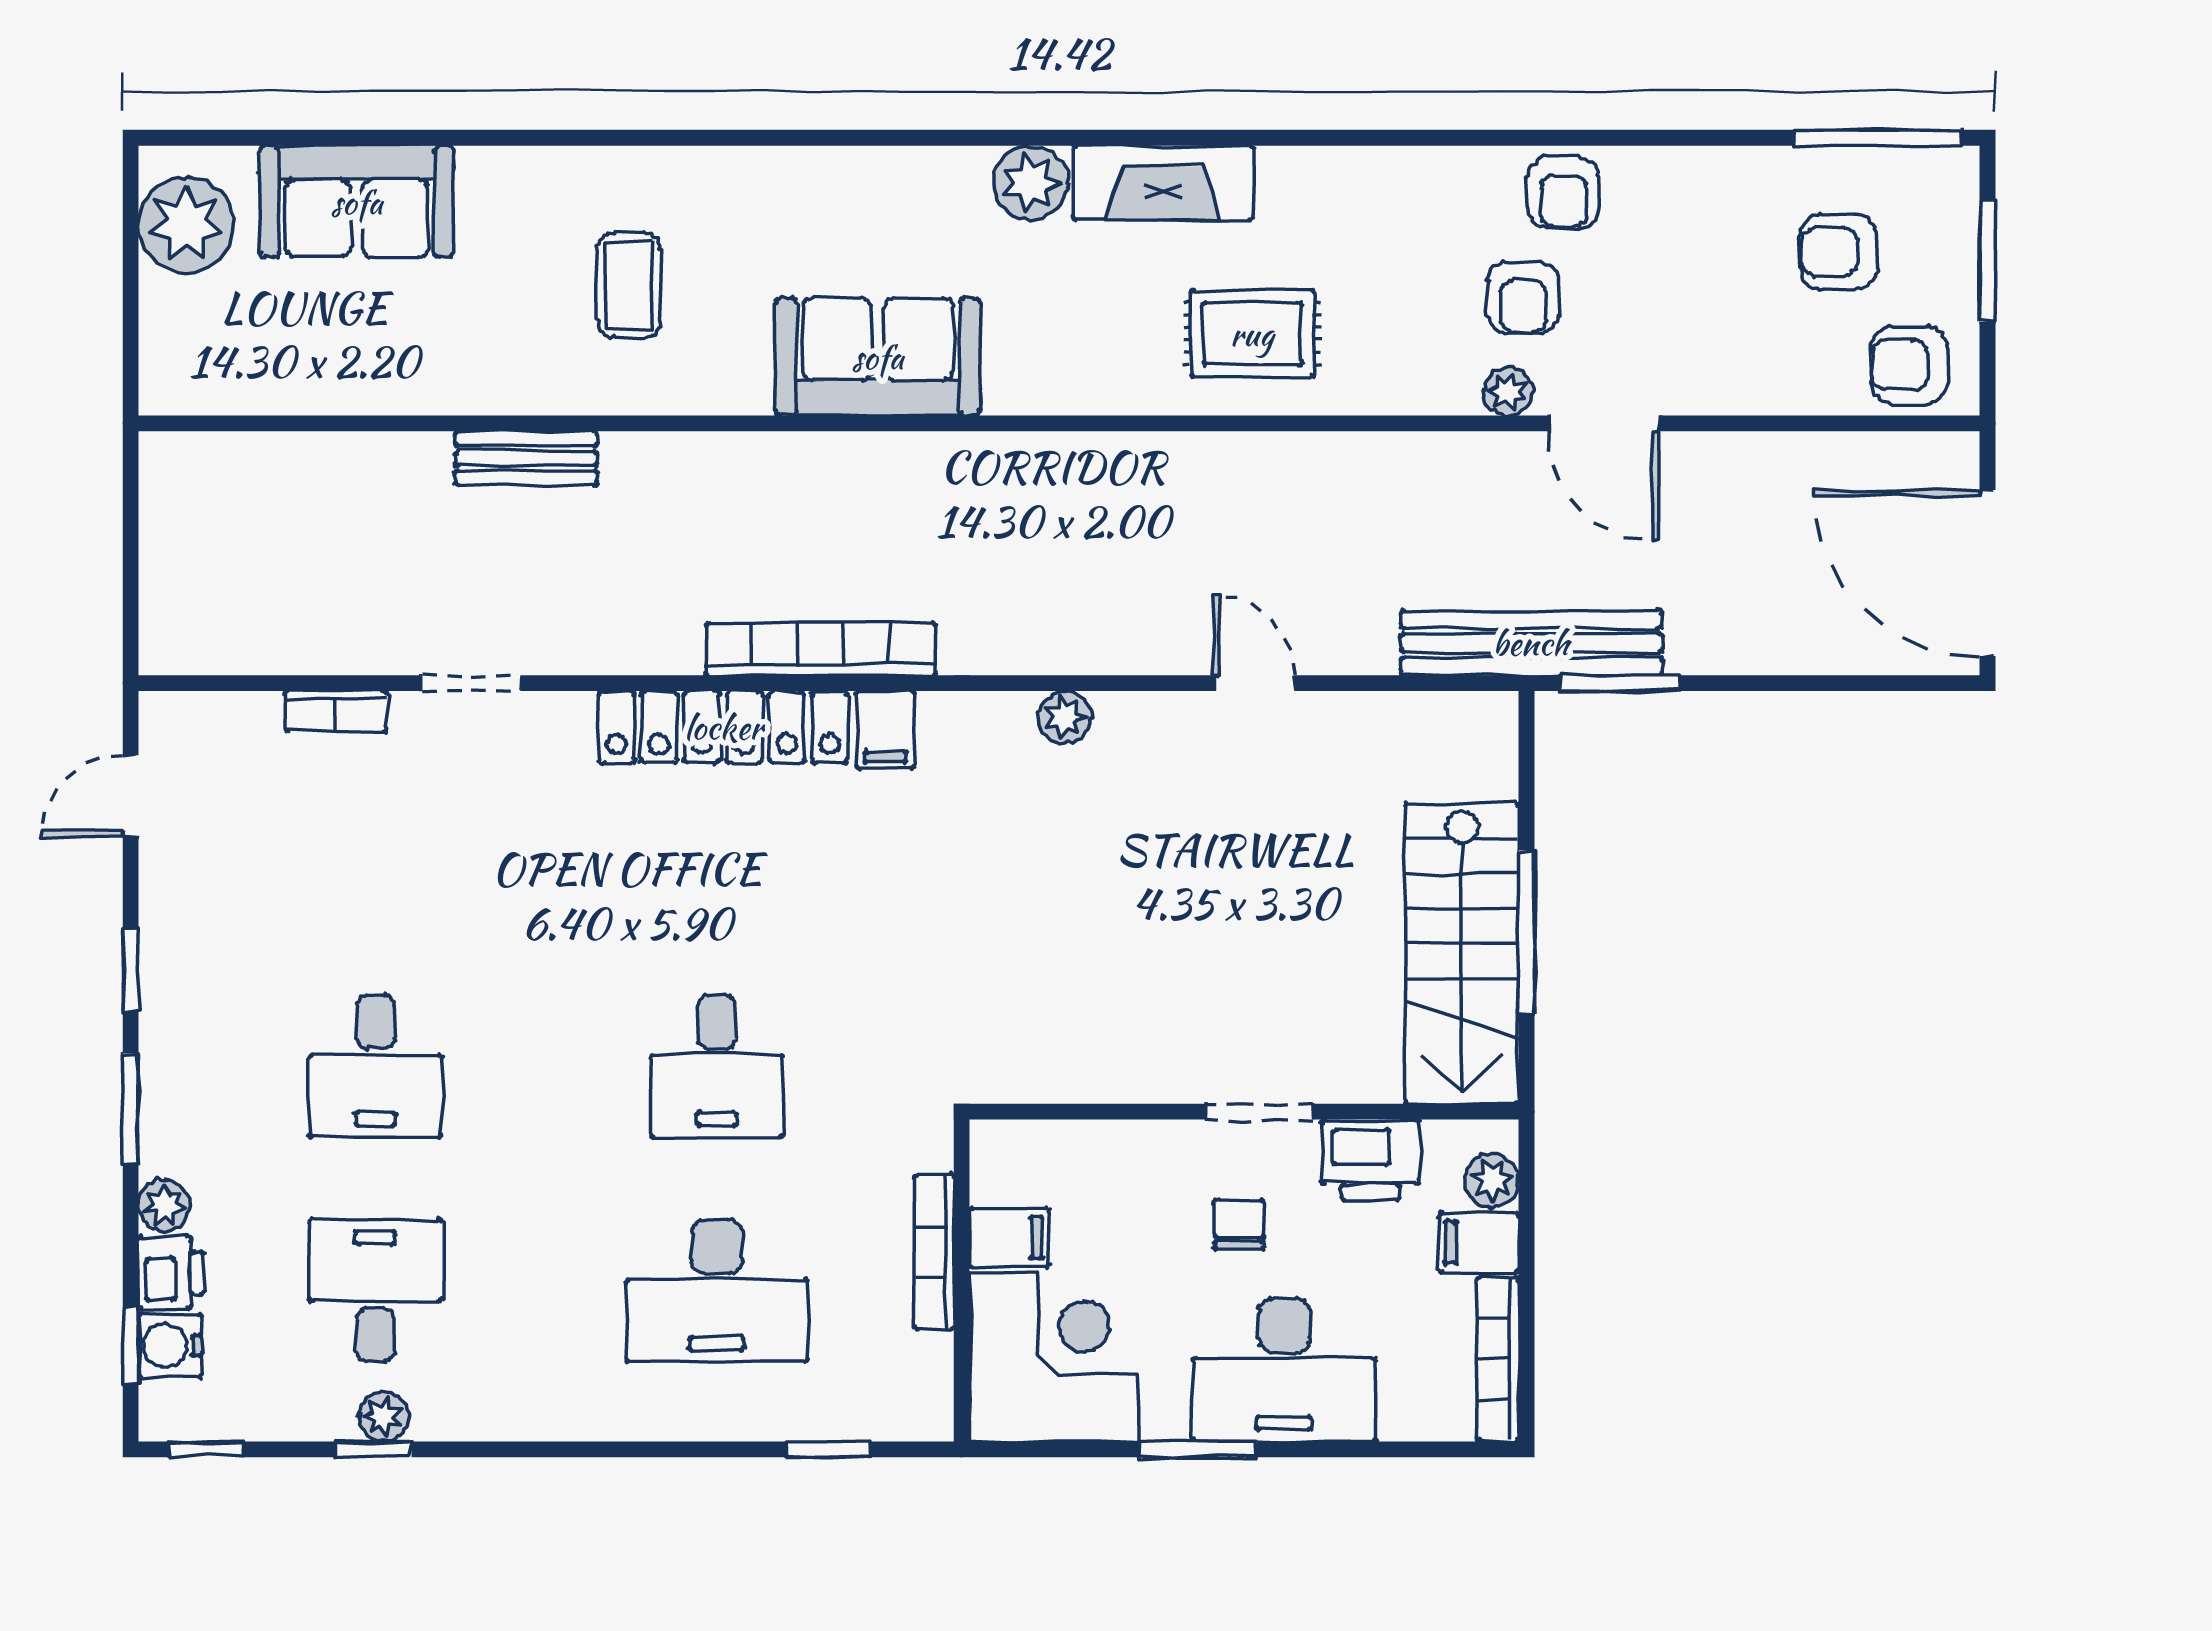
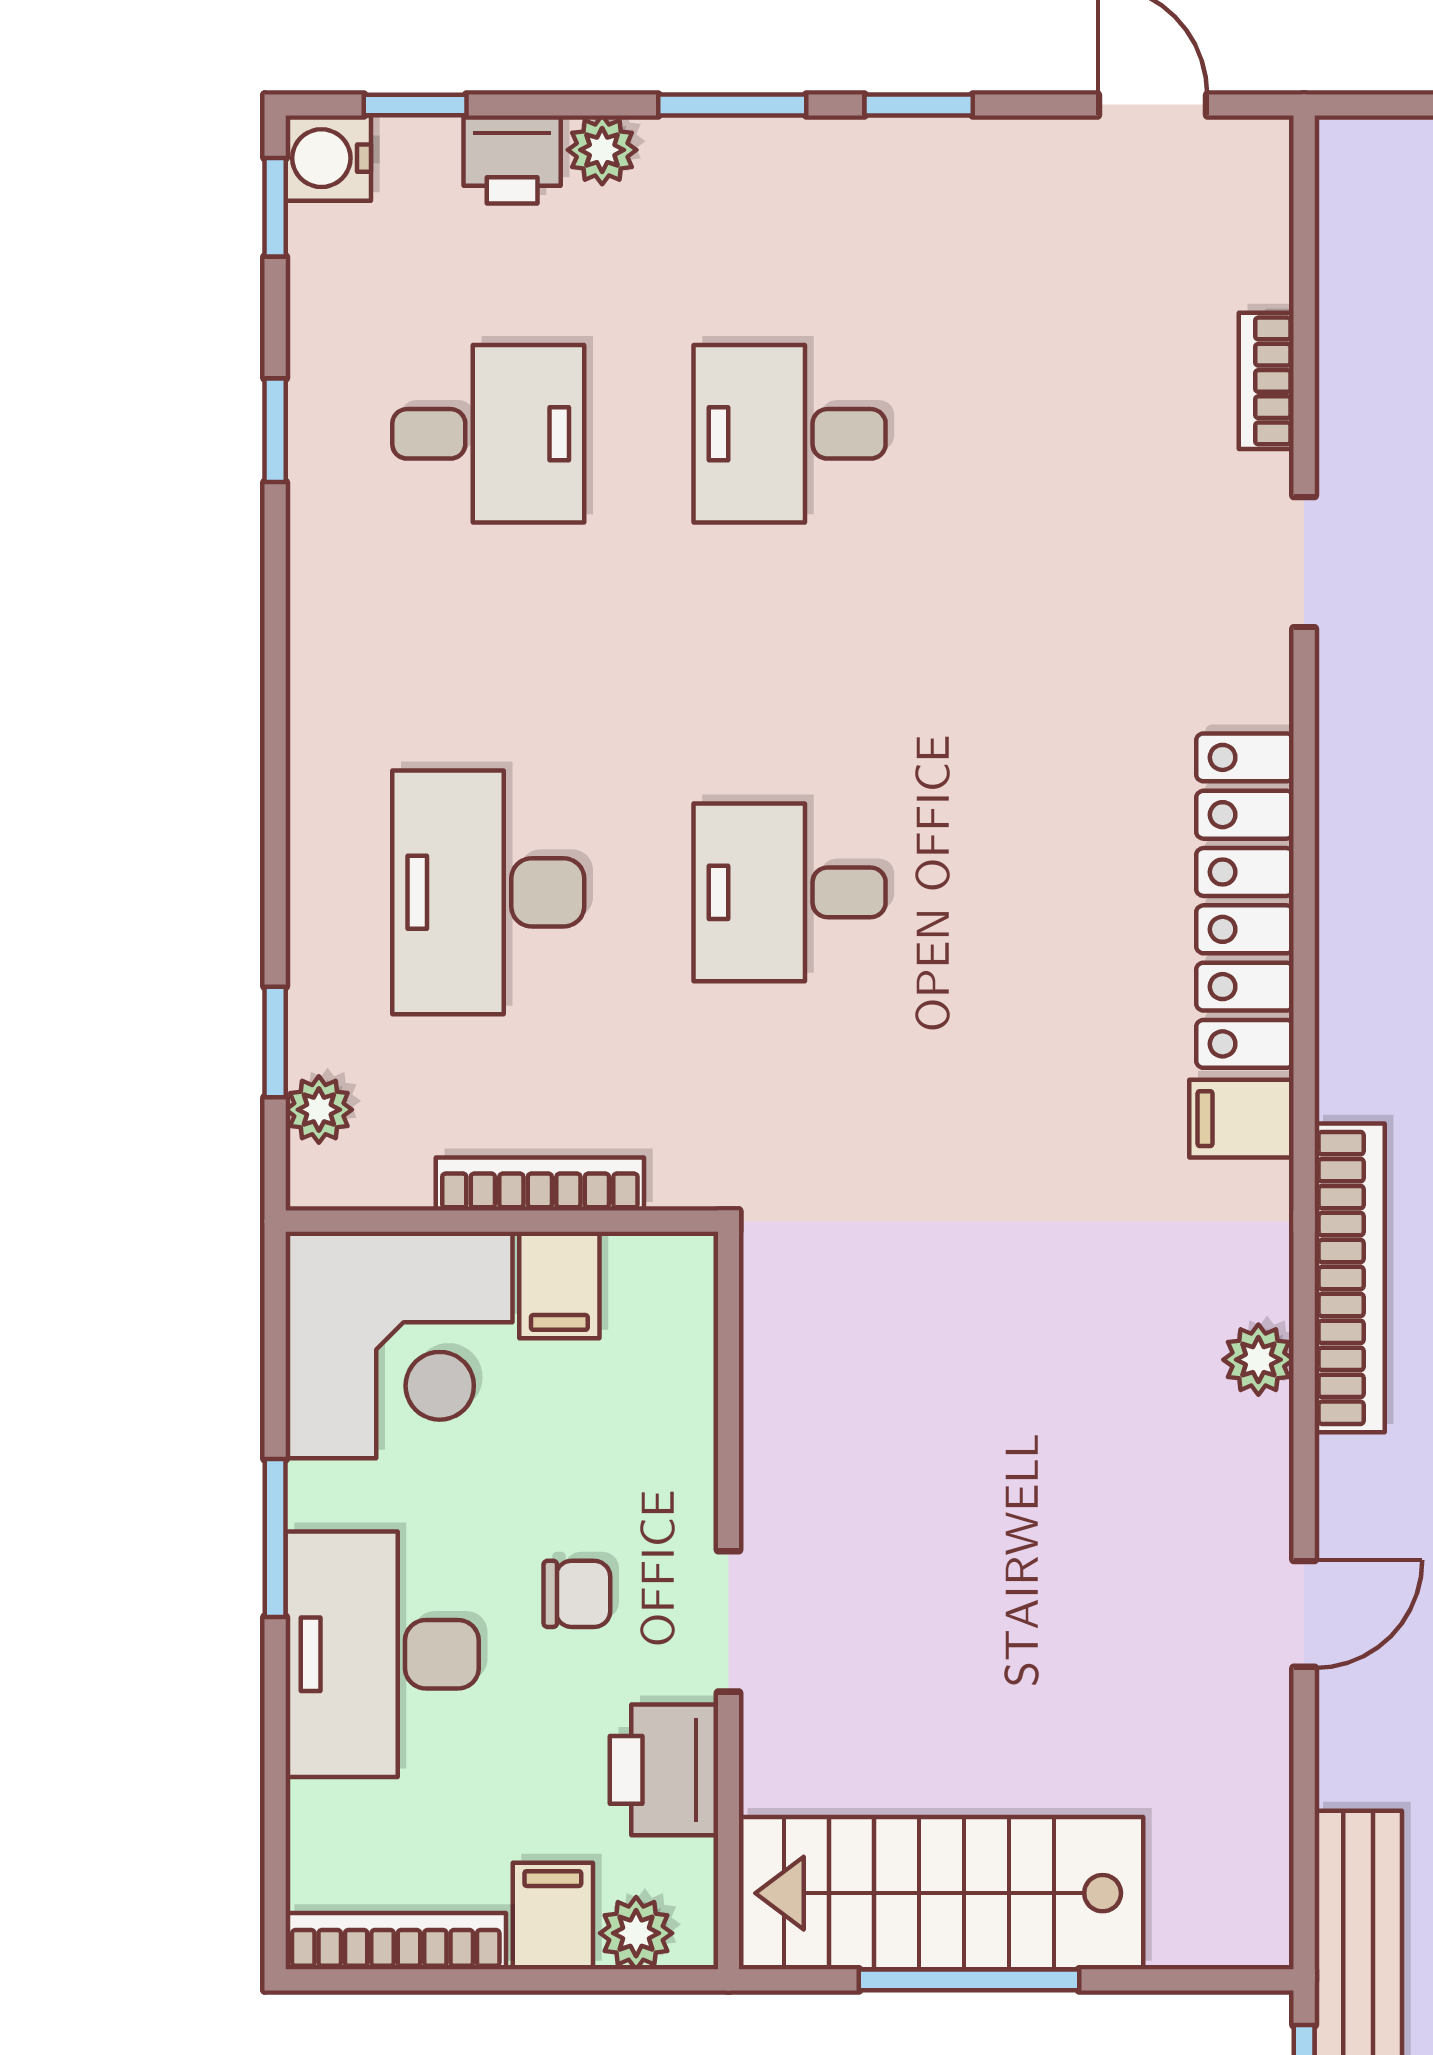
bookcase: (821, 649) -> (1350, 1278), moved
water cooler: (170, 1346) -> (328, 158), moved, turned -90
plant: (383, 1417) -> (319, 1110), moved

